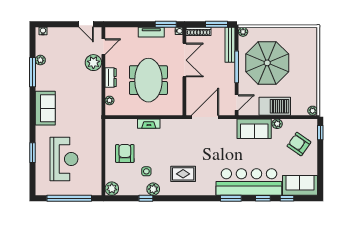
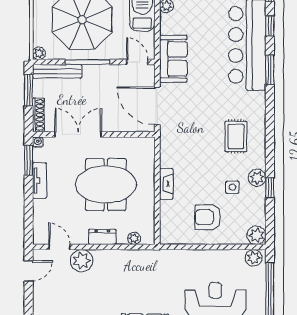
sofa: (254, 129) -> (173, 59), moved
plant: (96, 187) -> (254, 258), added

